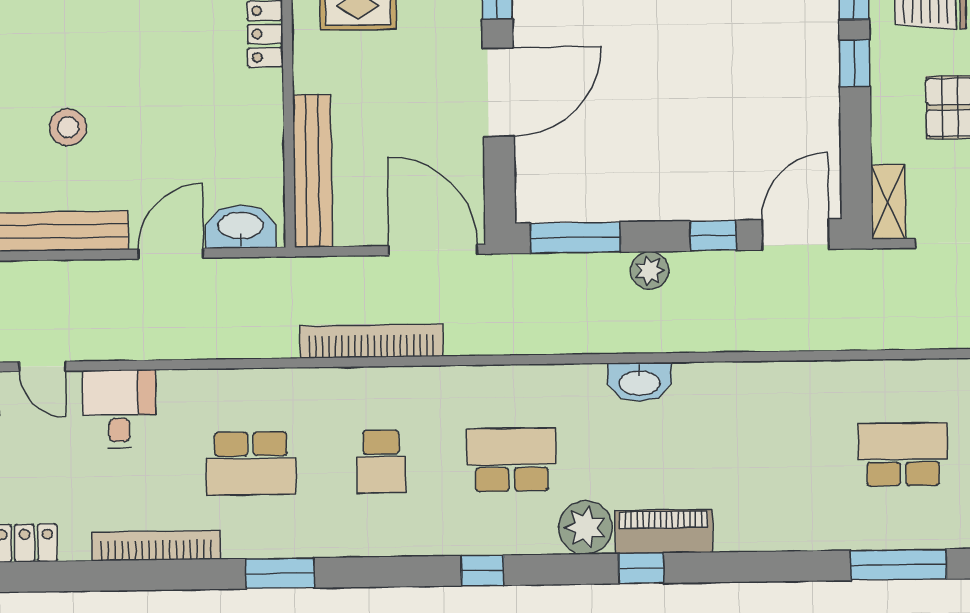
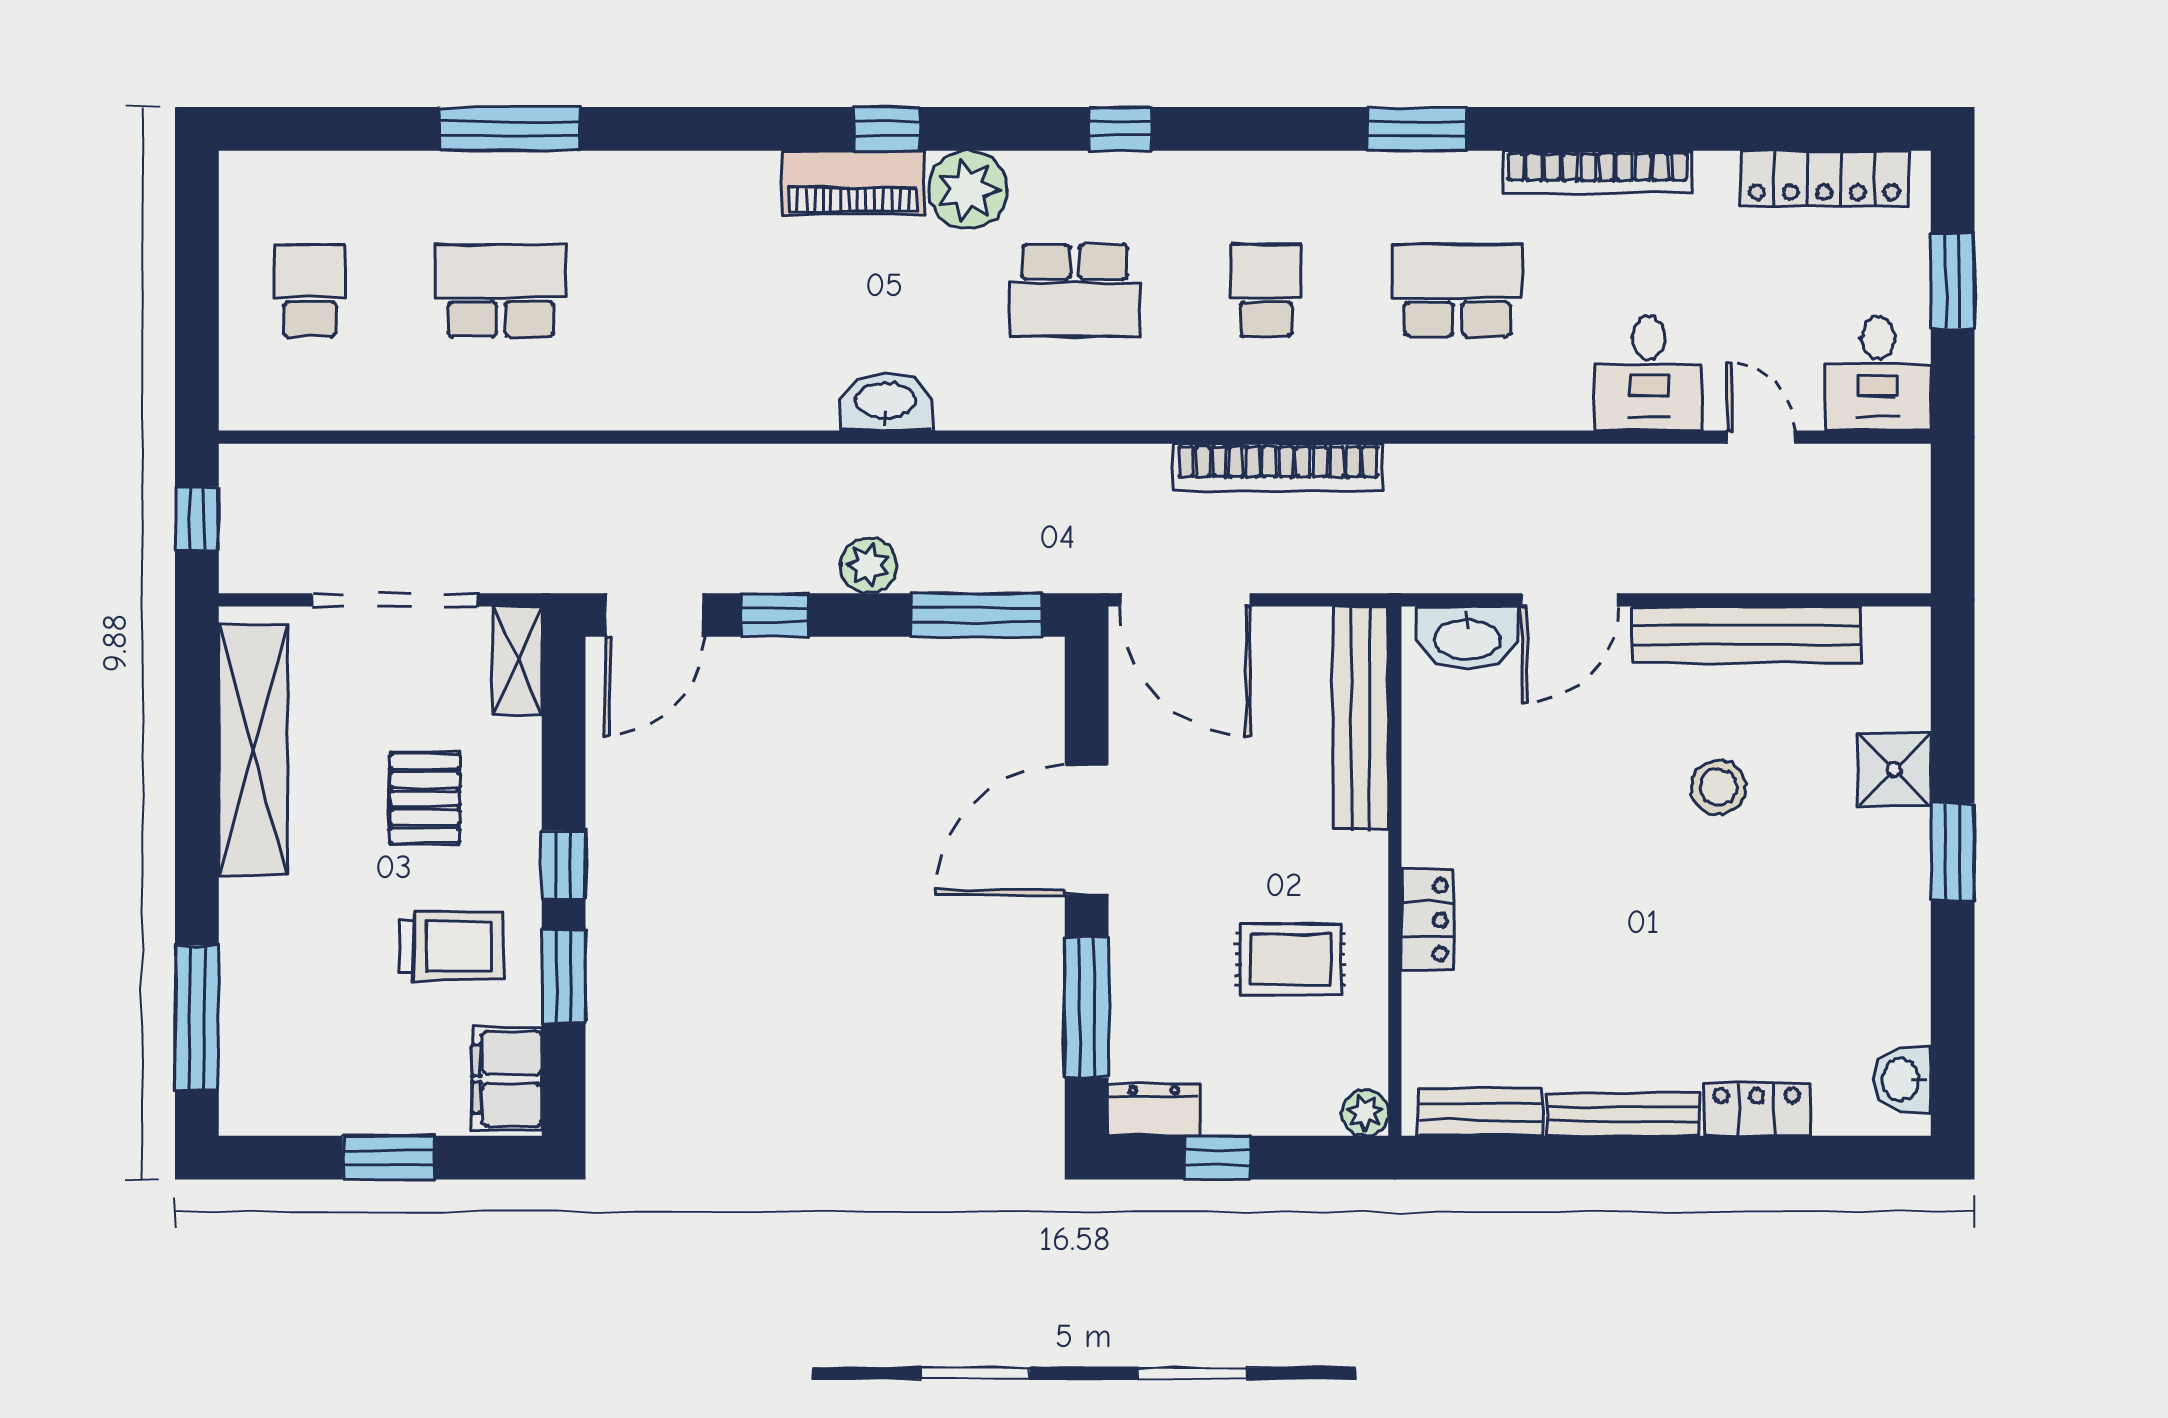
school desk: (903, 454) -> (501, 291), turned 180

